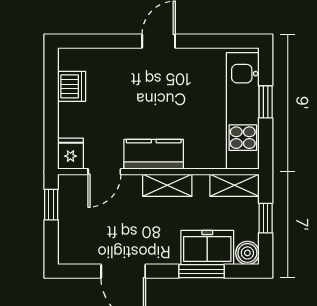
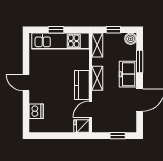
dishwasher: (72, 86) -> (36, 111), moved, turned 90
door: (104, 172) -> (90, 109), swing flipped
window: (51, 205) -> (118, 136), moved
freezer: (207, 248) -> (128, 74), moved

